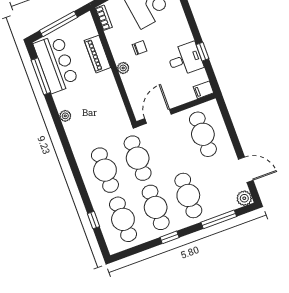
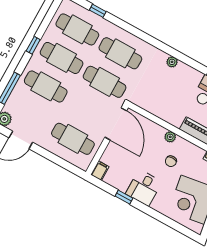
desk: (185, 59) -> (144, 188), moved
plant: (65, 116) -> (172, 62), moved
door: (158, 116) -> (116, 124), width x1.36

